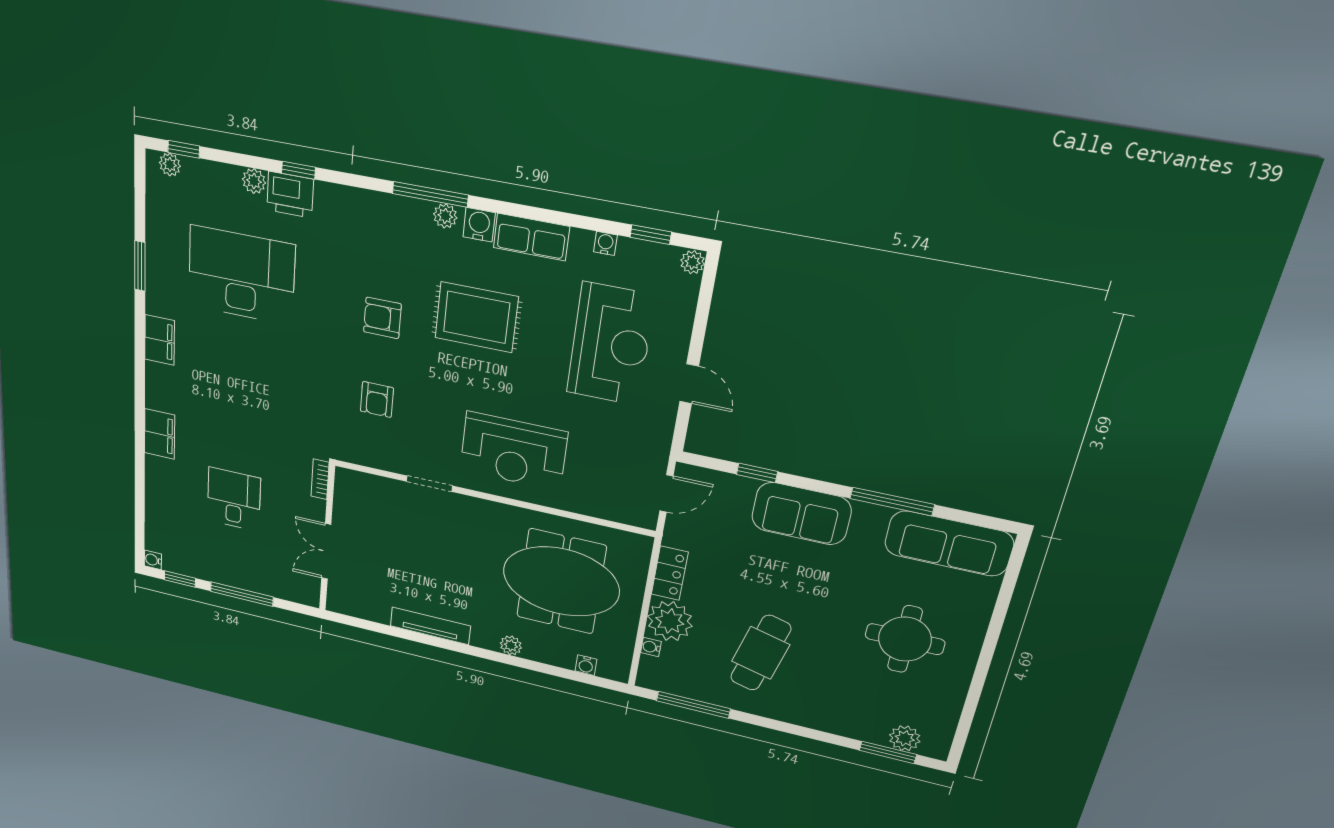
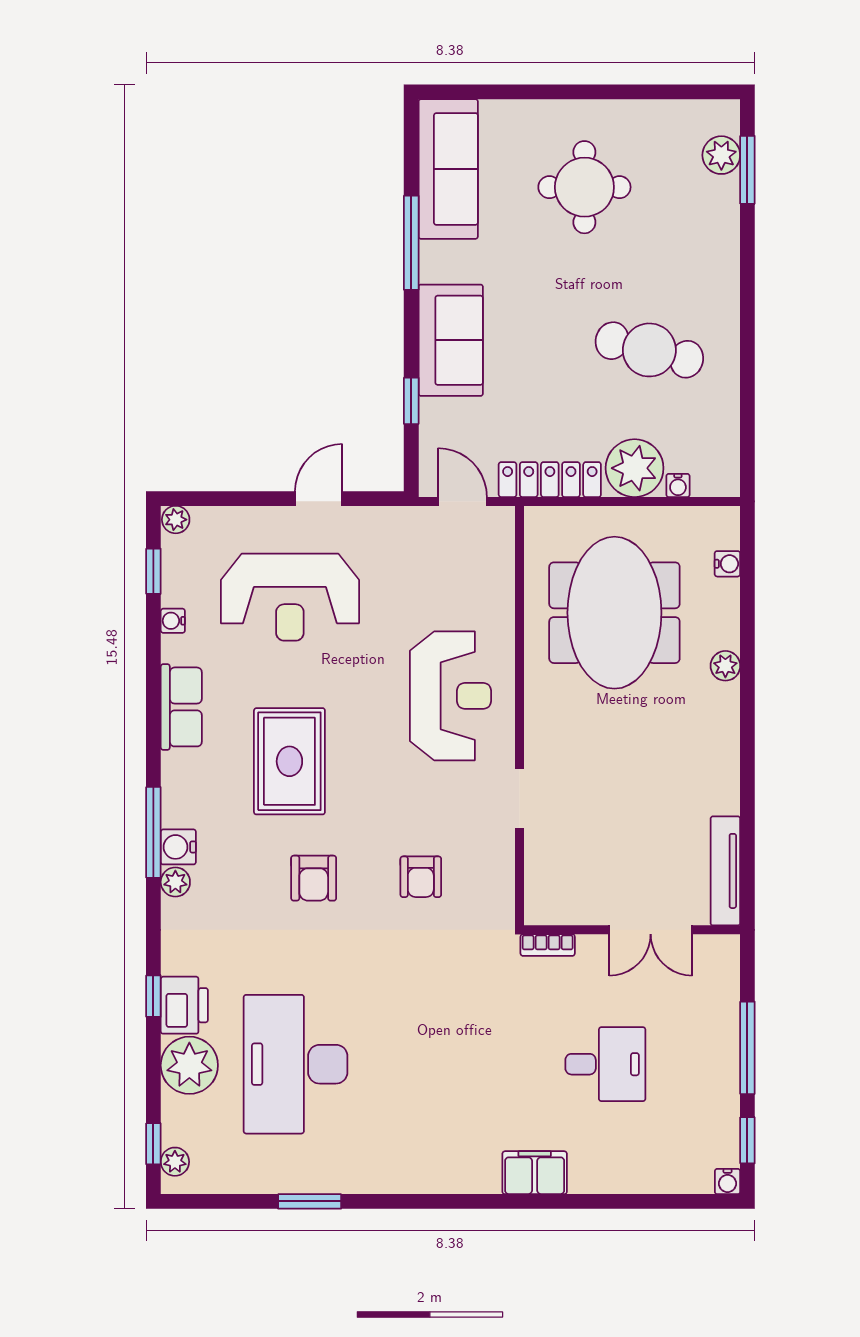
plant: (254, 181) -> (189, 1065), width x1.88, depth x1.88
plant: (445, 216) -> (175, 882), moved
water cooler: (479, 225) -> (178, 847), moved
filing cabinet: (159, 340) -> (403, 1174), removed
reception desk: (610, 344) -> (290, 597), turned 180
armchair: (377, 400) -> (421, 877), turned 90
desk: (234, 499) -> (605, 1064), turned 180
locker: (670, 573) -> (550, 480), width x1.53
tv unit: (430, 626) -> (725, 871), moved
window: (693, 705) -> (747, 418), removed

